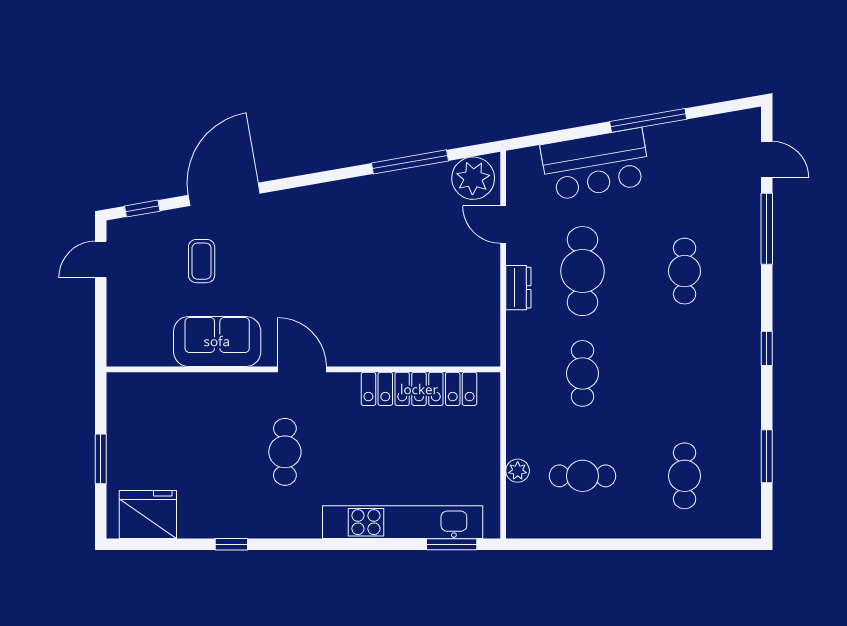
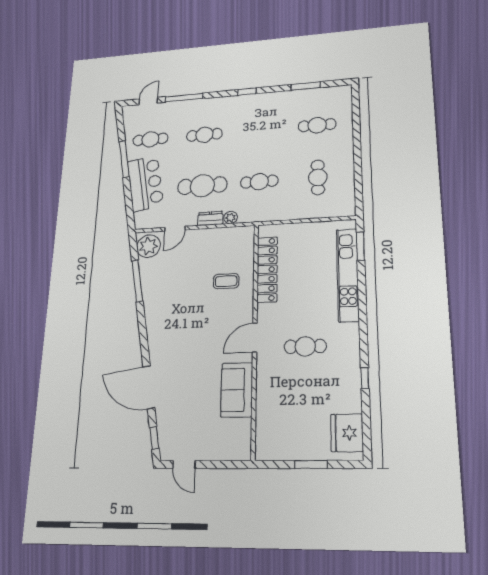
cafe table: (685, 169) -> (150, 139), added
coffee table: (202, 261) -> (226, 281), moved
plant: (518, 471) -> (231, 218), moved

